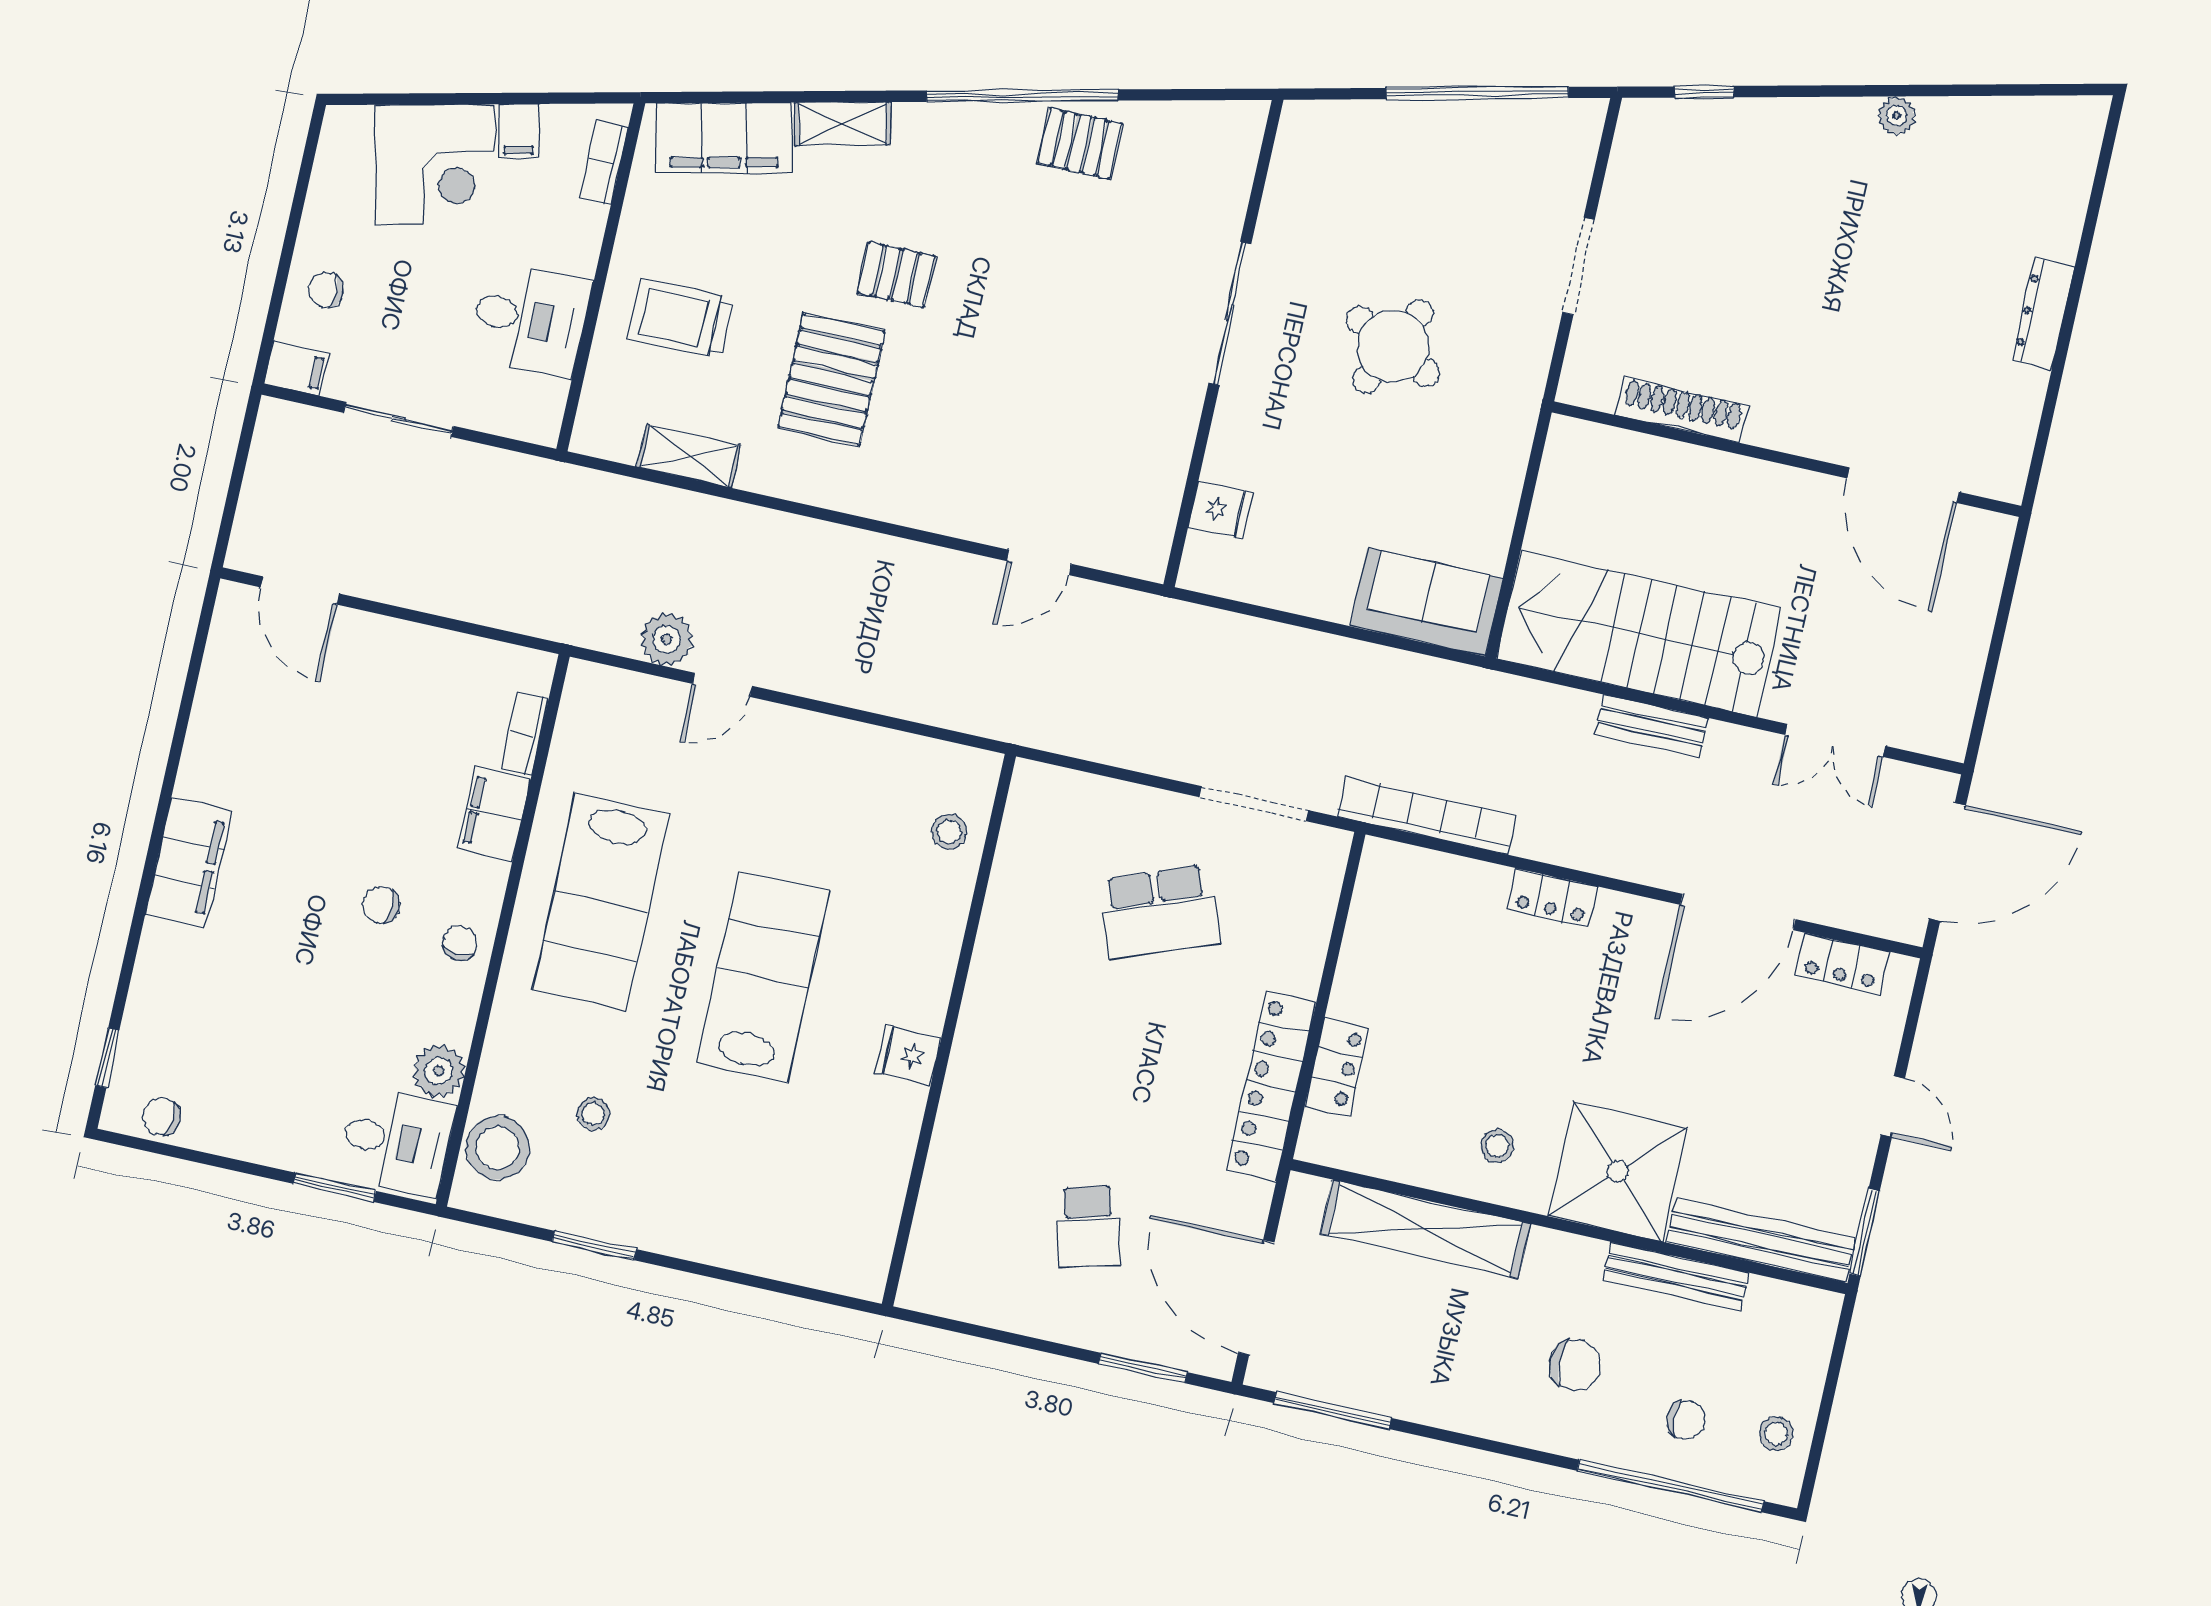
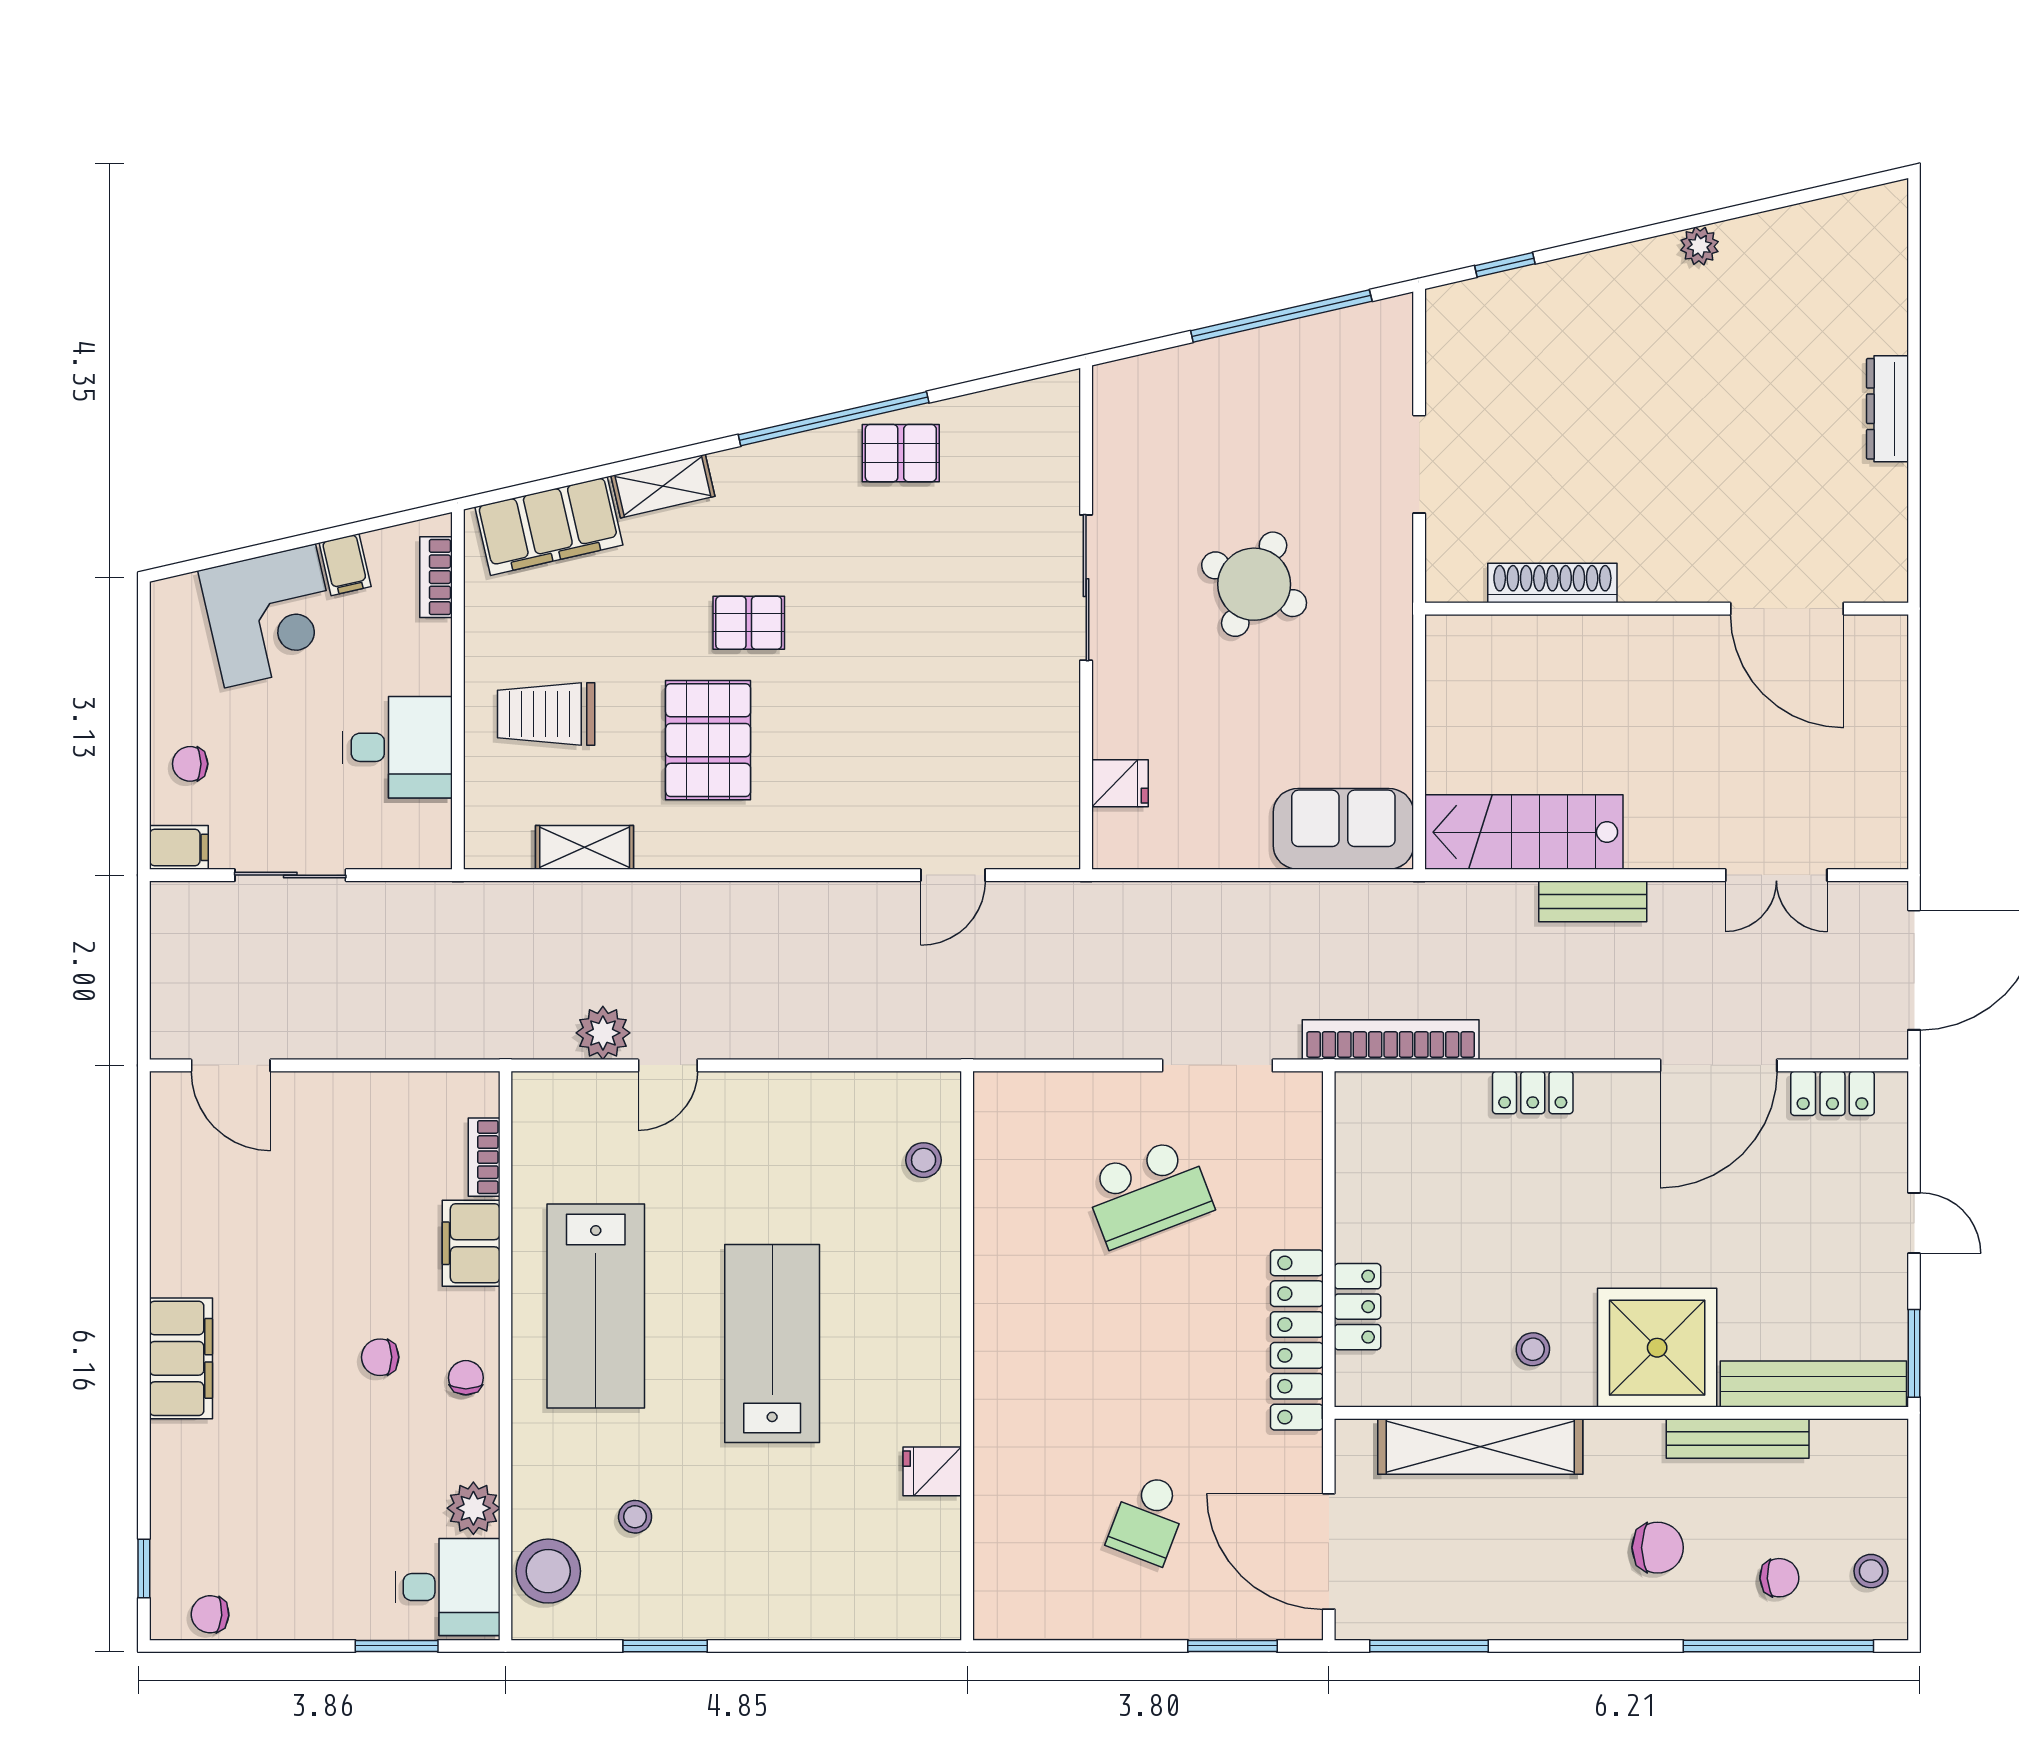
stairs: (1639, 634) -> (1524, 832), width x0.73, depth x0.66
fridge: (908, 1055) -> (932, 1471), moved
school desk: (1088, 1227) -> (1148, 1519), turned 36

